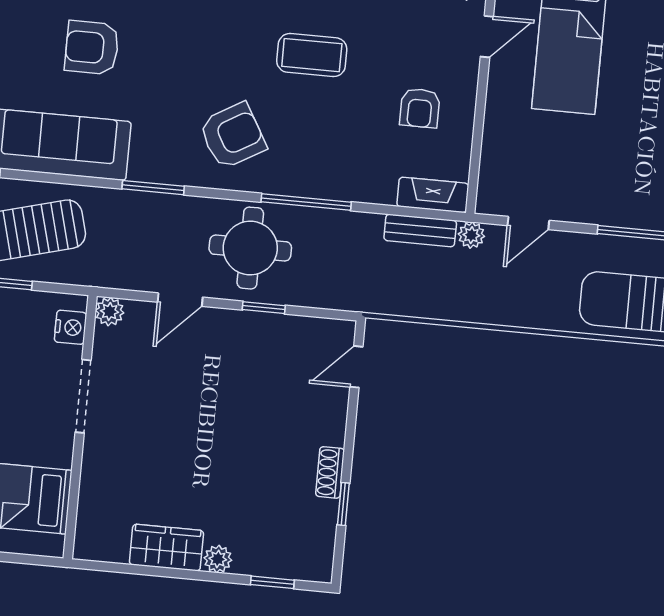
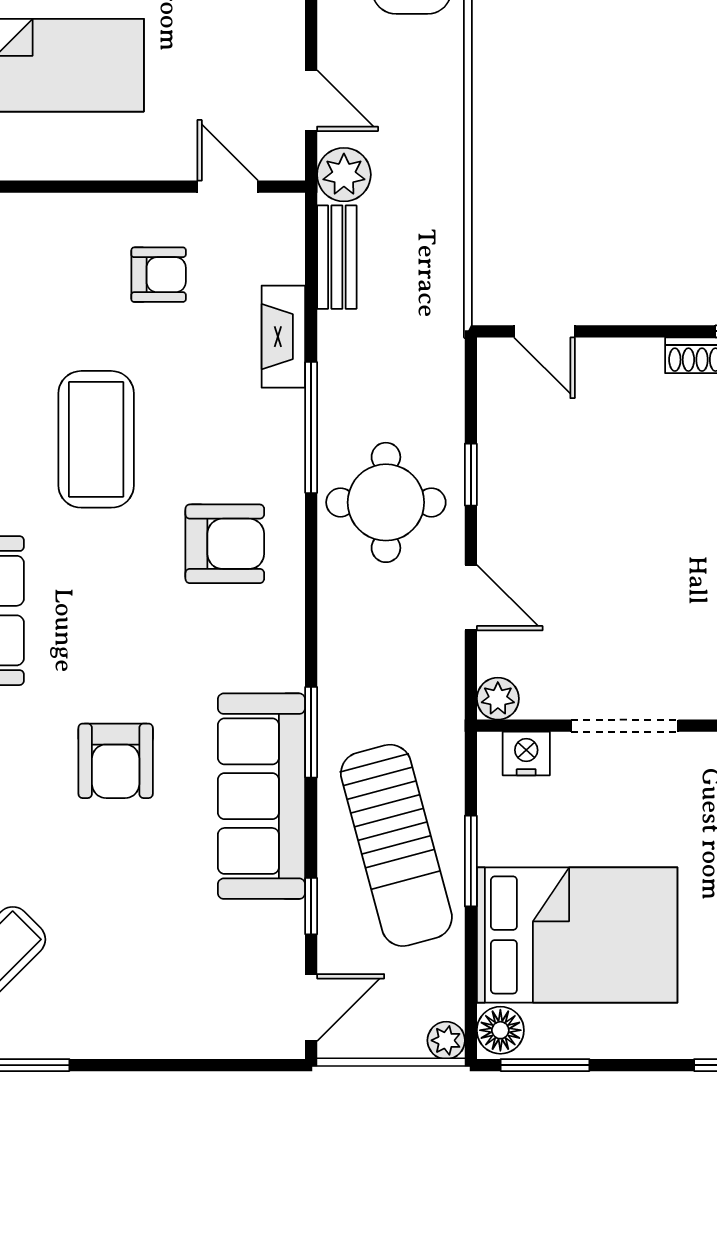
door: (487, 37) -> (228, 187), moved
coffee table: (312, 55) -> (96, 439), width x1.36, depth x1.32
armchair: (233, 136) -> (225, 544), turned 120
window: (153, 188) -> (311, 732), moved
fireplace: (433, 195) -> (283, 337), moved
plant: (471, 235) -> (344, 175), width x1.38, depth x1.38

